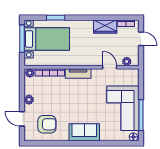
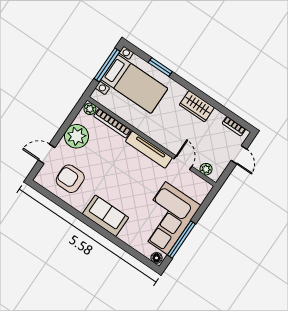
wardrobe: (105, 27) -> (197, 106), moved
tv unit: (78, 73) -> (149, 150), width x1.41
plant: (29, 100) -> (77, 136), width x1.88, depth x1.88
door: (22, 119) -> (47, 154), hinge flipped
armchair: (47, 124) -> (70, 179), turned 180

